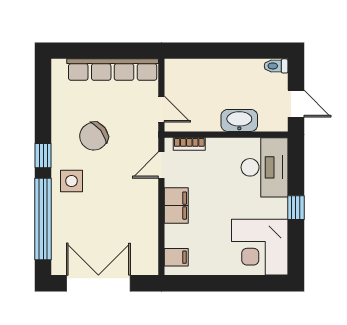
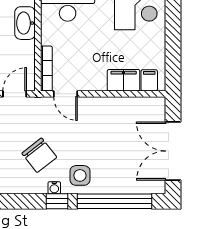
bookcase: (189, 144) -> (46, 68), width x1.56
water cooler: (58, 153) -> (54, 188), added
filing cabinet: (176, 206) -> (124, 80), moved

